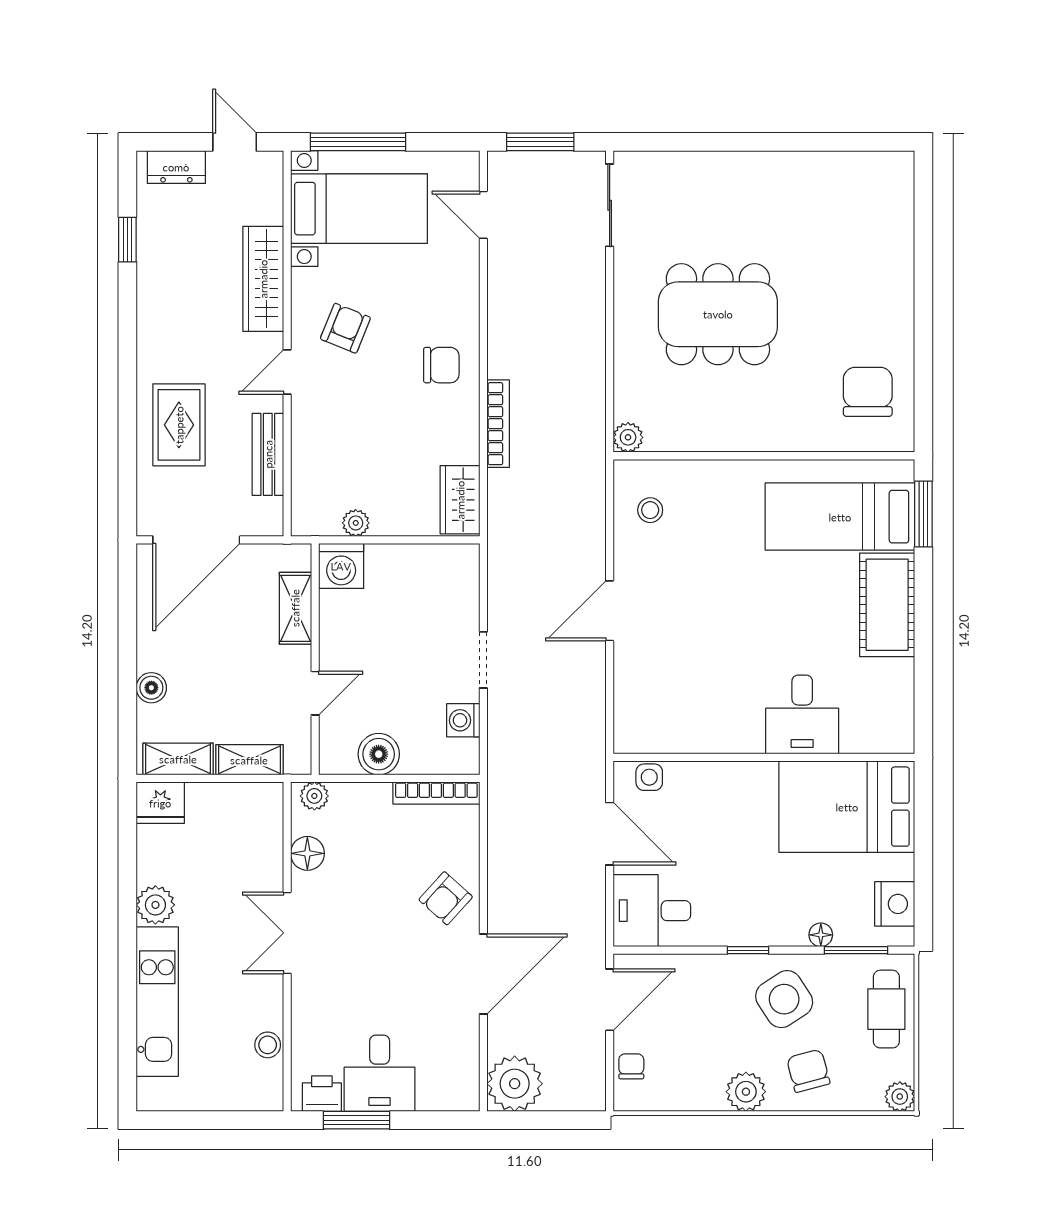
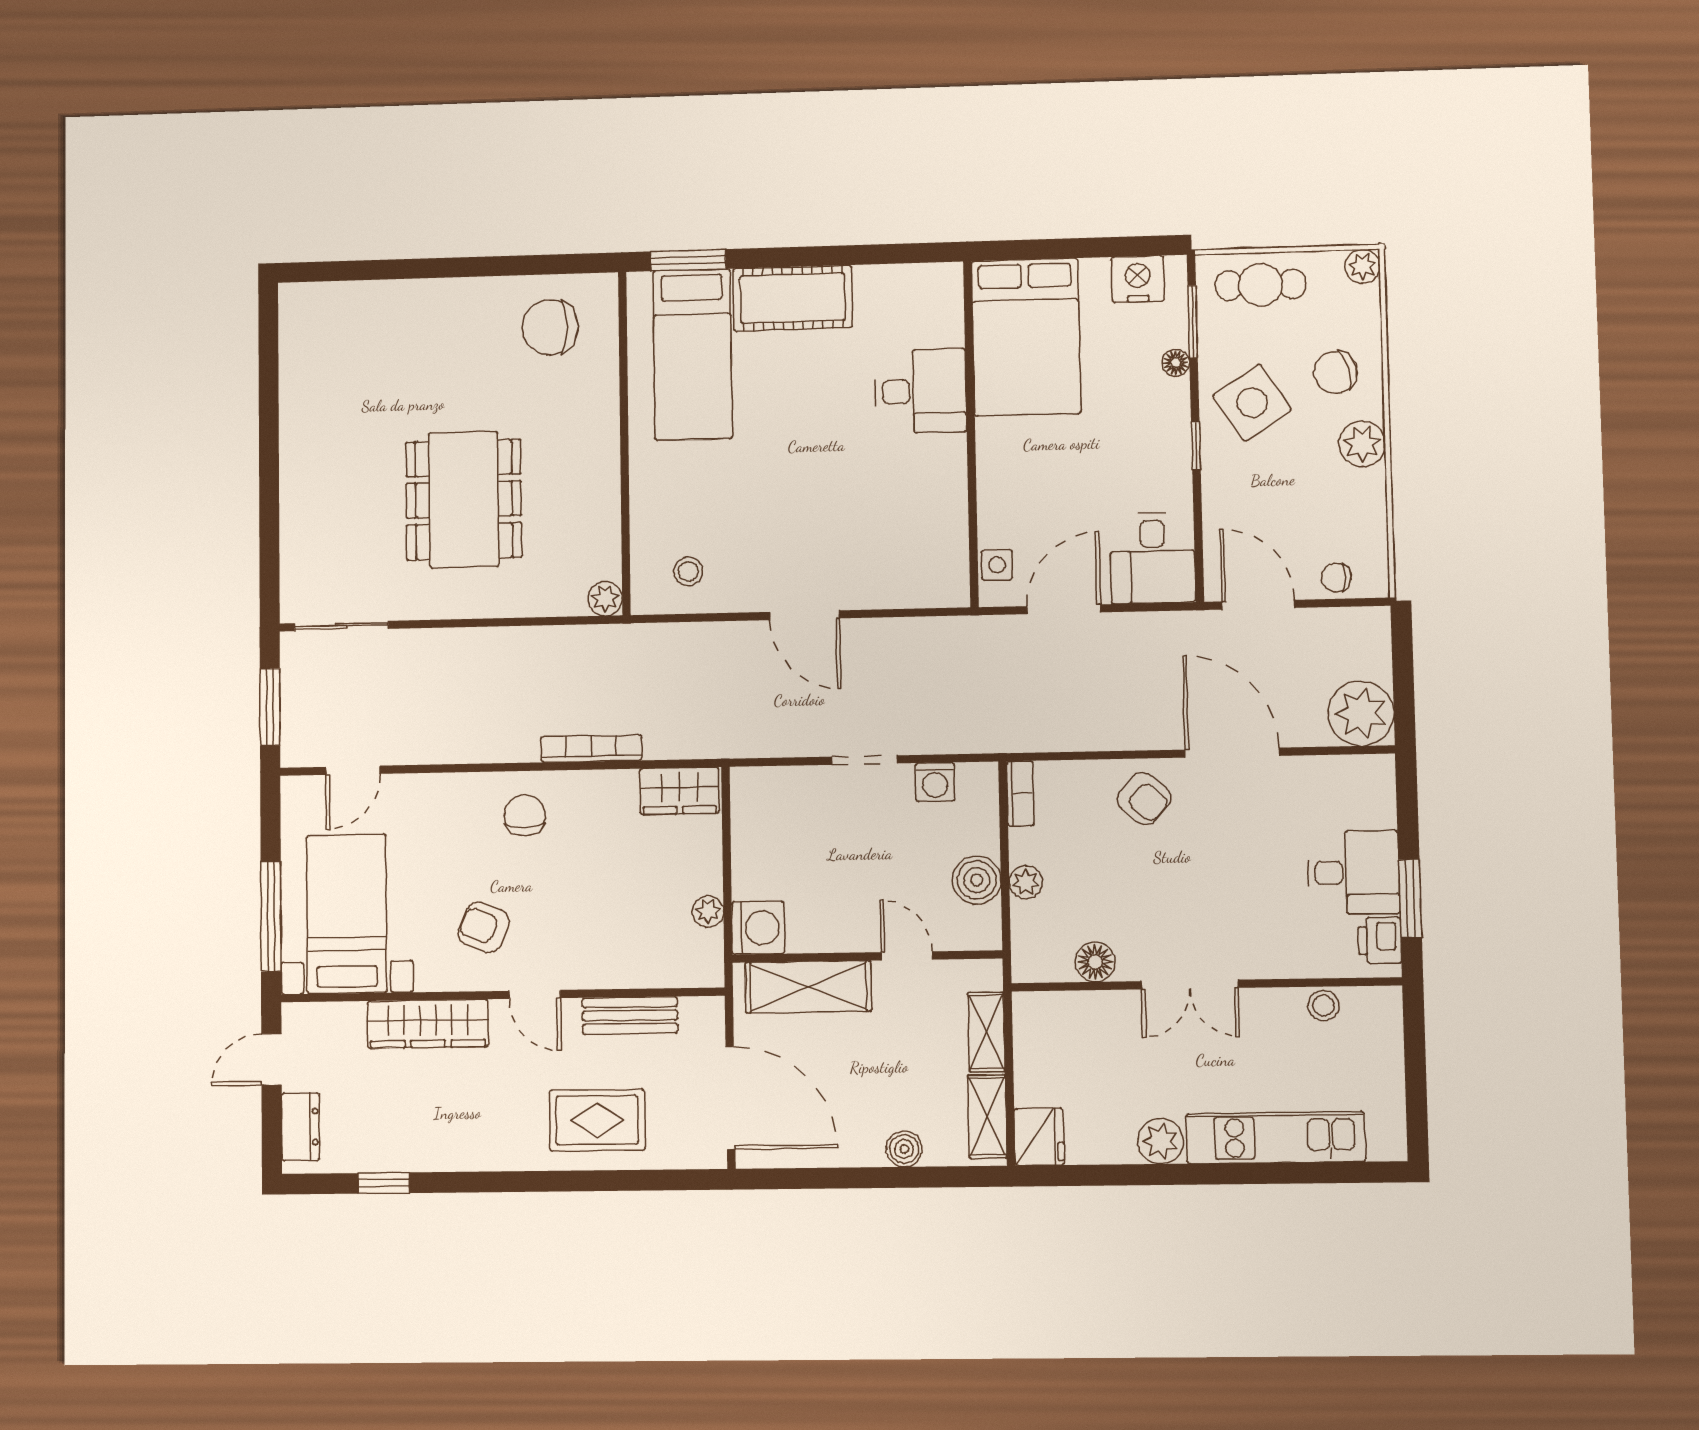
shelving: (295, 608) -> (808, 987), width x1.50, depth x1.33
bookcase: (436, 793) -> (1020, 793), width x0.64
plant: (314, 796) -> (1026, 882), moved

